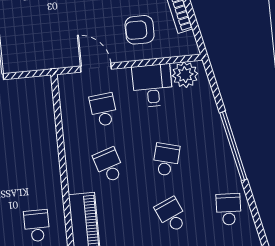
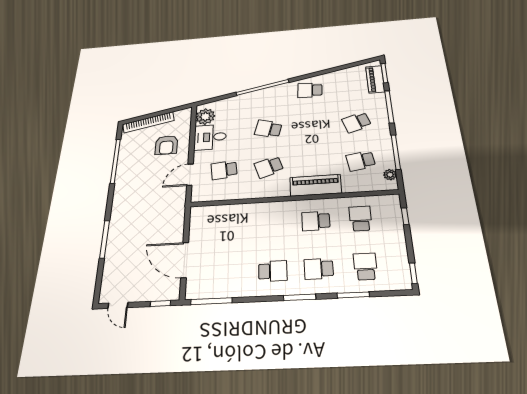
school desk: (171, 215) -> (312, 126), removed

